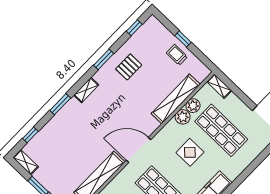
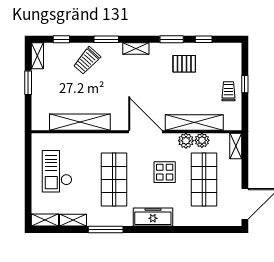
window: (134, 28) -> (204, 39), moved
trolley: (62, 132) -> (87, 61), added
door: (139, 150) -> (145, 132), moved

